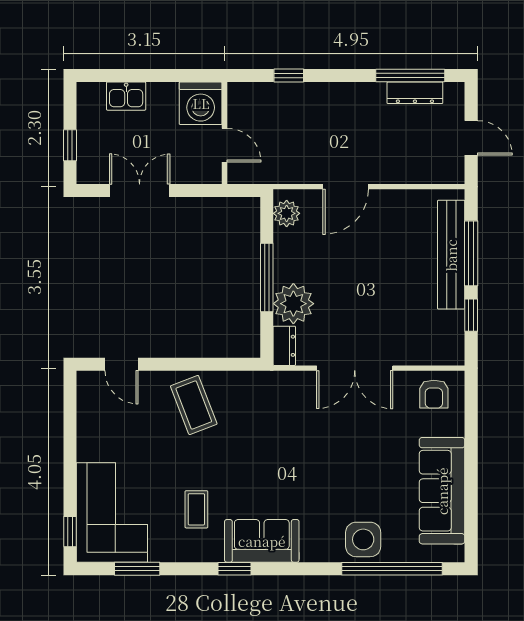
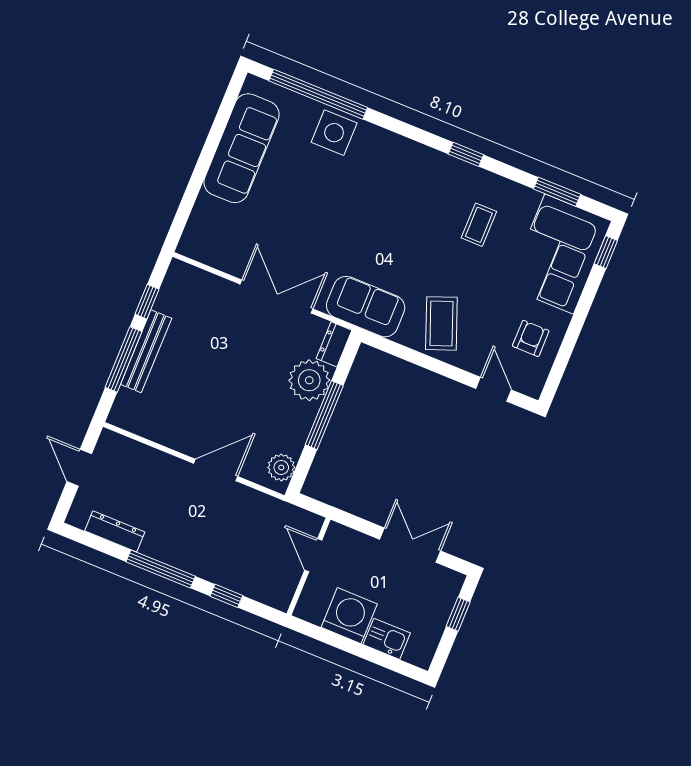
window: (410, 76) -> (161, 569), moved
washing machine: (201, 103) -> (349, 616), moved
double door: (140, 191) -> (410, 545), swing flipped
bench: (451, 255) -> (146, 351), width x0.73, depth x0.82
armchair: (434, 394) -> (531, 338), moved
sofa: (262, 541) -> (366, 307), moved, turned 180

